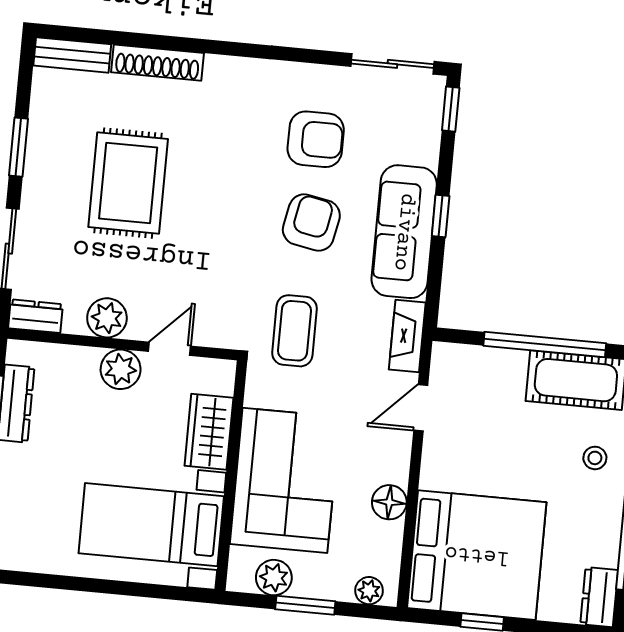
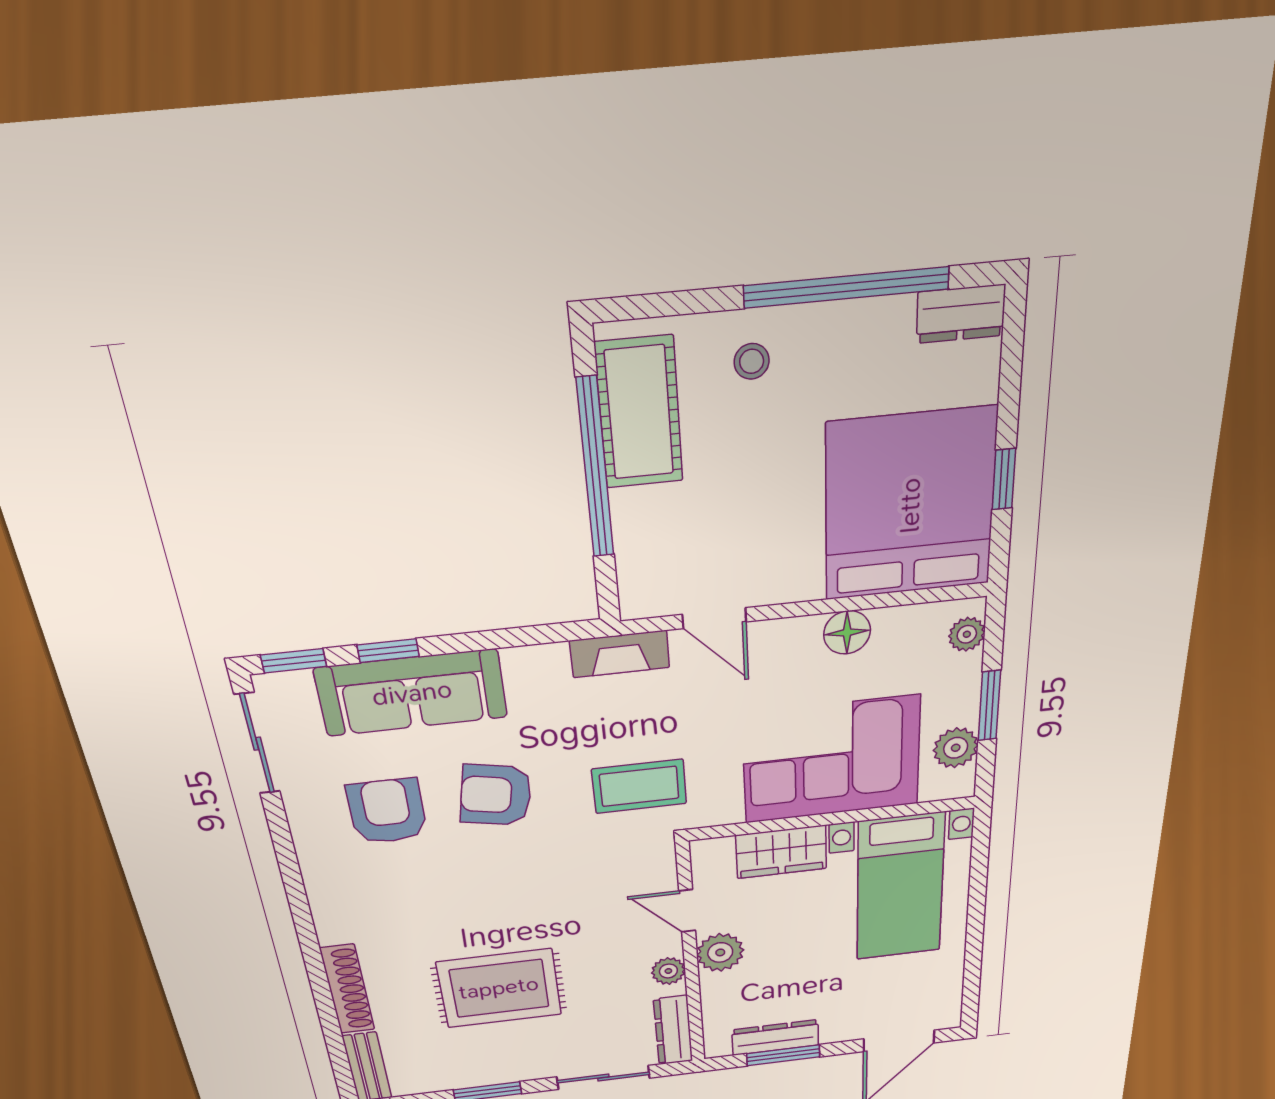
window: (441, 216) -> (388, 651), moved
sofa: (404, 232) -> (412, 693), moved
dresser: (36, 316) -> (673, 1030), width x1.44
plant: (107, 318) -> (668, 971), width x0.73, depth x0.73

